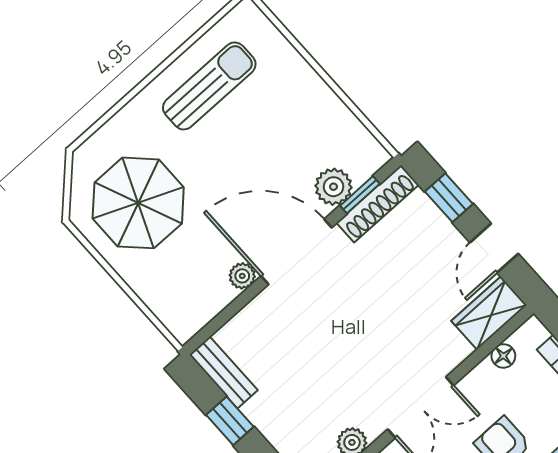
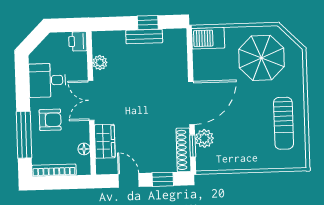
plant: (242, 276) -> (200, 74), removed
barbecue: (176, 309) -> (208, 38), added
wardrobe: (489, 313) -> (105, 141), moved
bench: (223, 372) -> (144, 37), moved

